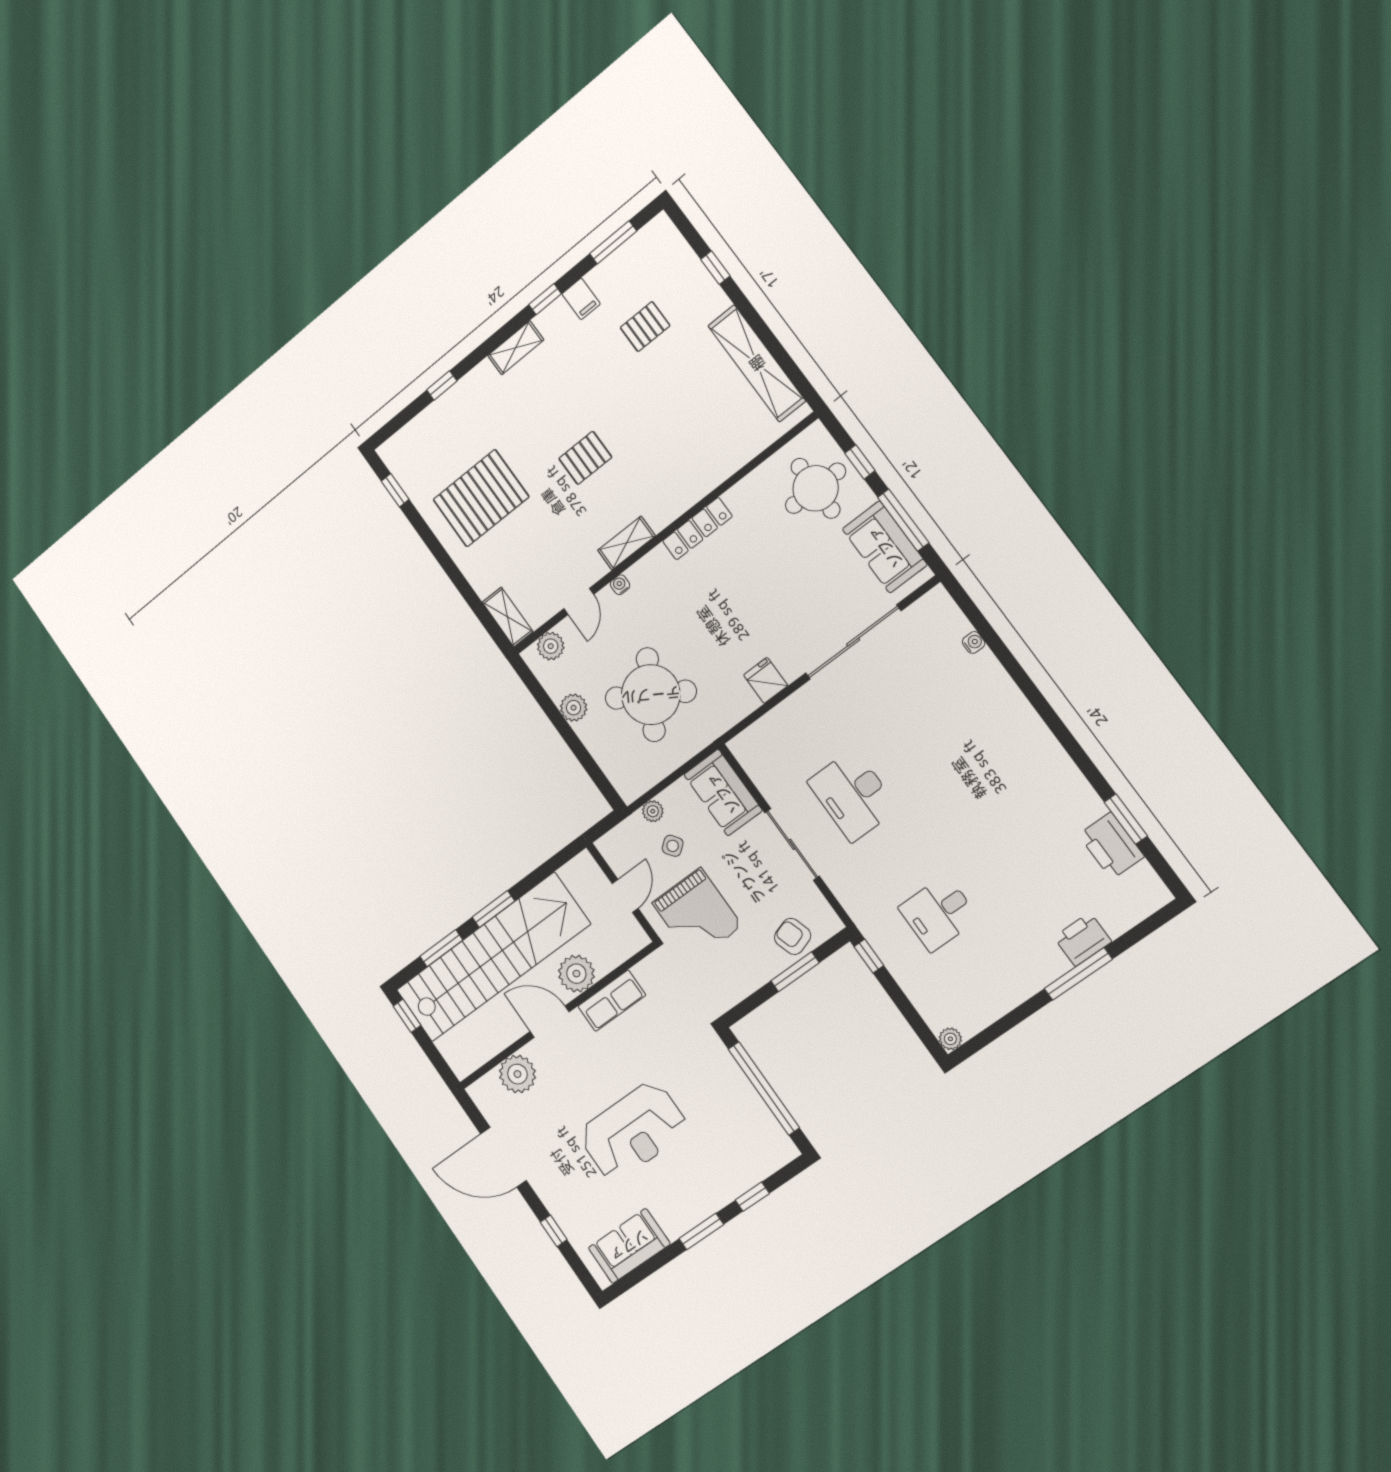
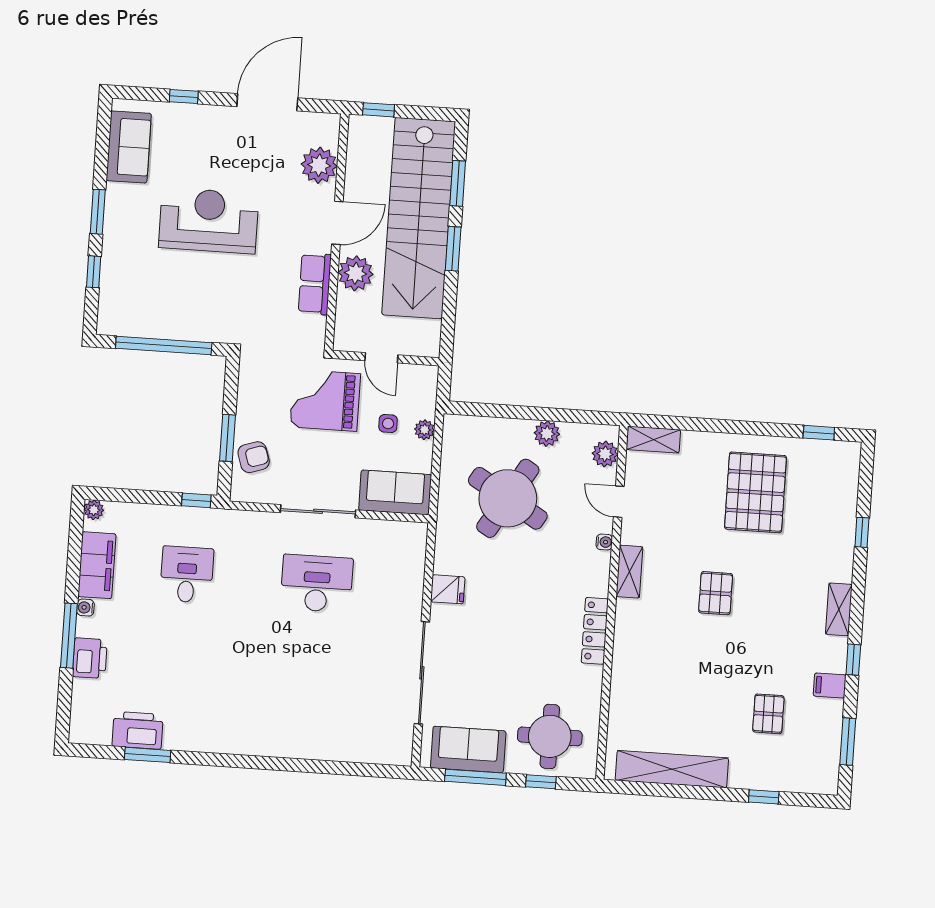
water cooler: (974, 642) -> (85, 608), moved, turned 90
side table: (673, 846) -> (388, 424), turned 37
filing cabinet: (996, 998) -> (97, 565), added
window: (407, 1016) -> (379, 110), moved
reception desk: (633, 1131) -> (209, 221), turned 90

